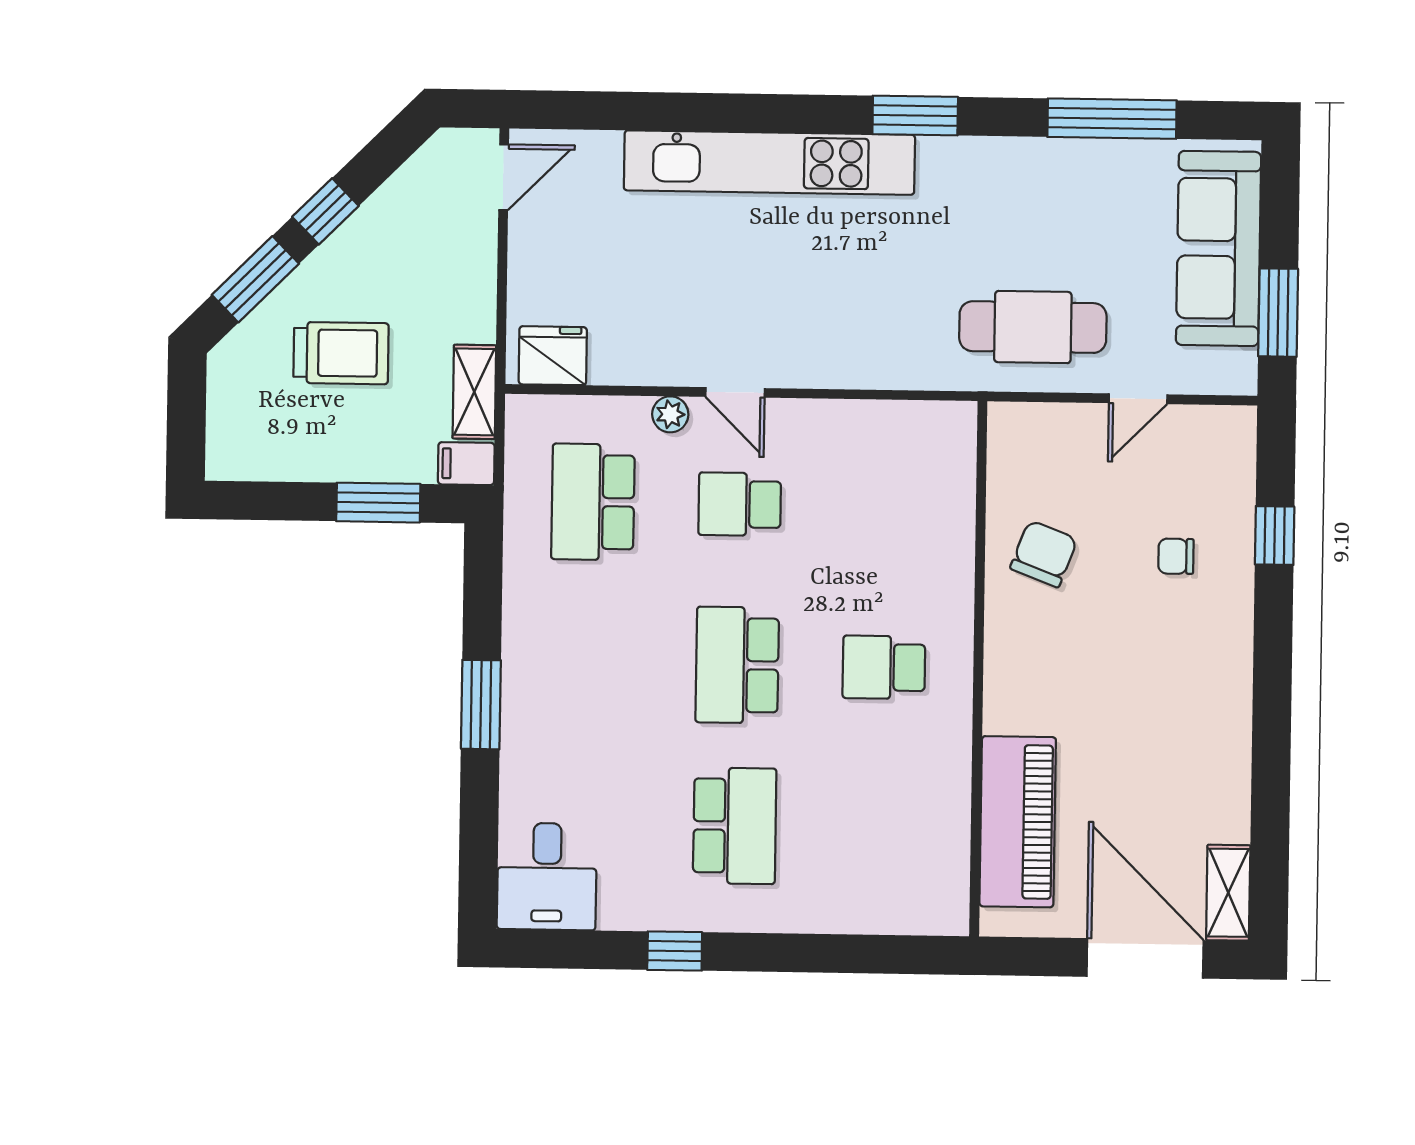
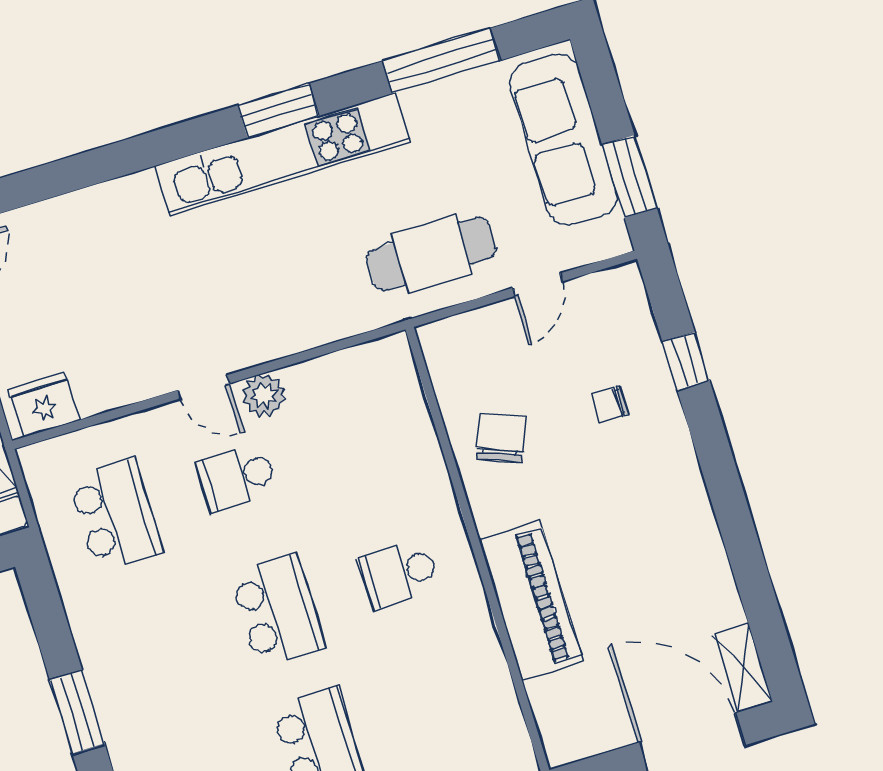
kitchen unit: (769, 163) -> (282, 154), moved
plant: (670, 414) -> (264, 395), moved, width x1.38, depth x1.38
school desk: (593, 502) -> (115, 515), turned 180
school desk: (737, 665) -> (278, 611), turned 180
piano: (1018, 822) -> (531, 601), moved

